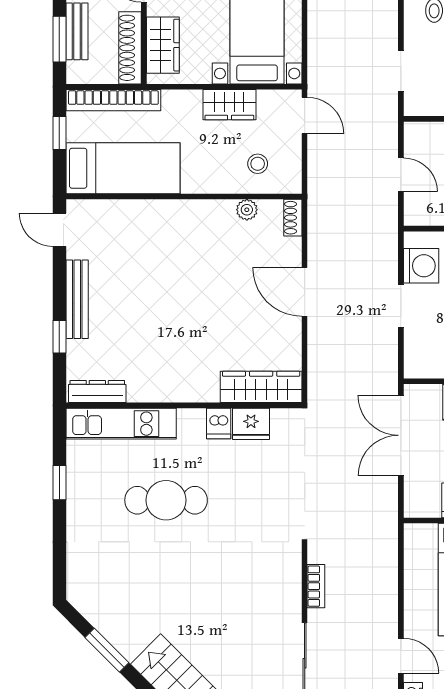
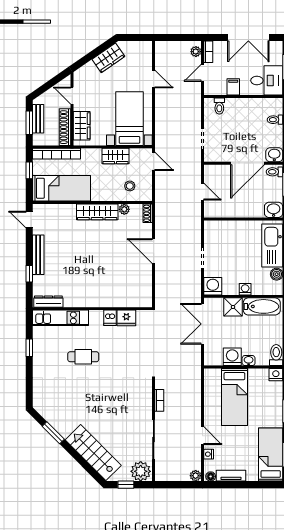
washing machine: (421, 266) -> (213, 286), moved, turned -90
wardrobe: (261, 387) -> (97, 212), moved, turned 180
cafe table: (166, 500) -> (83, 357), width x0.73, depth x0.74

